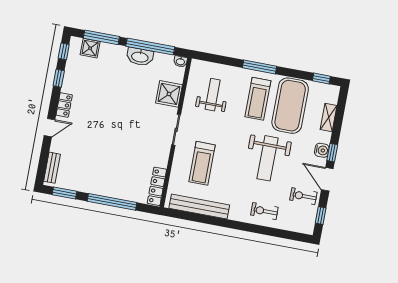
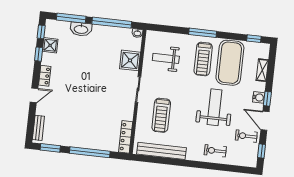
shower: (90, 48) -> (50, 45), moved
washbasin: (140, 57) -> (81, 29), moved
weight bench: (213, 95) -> (166, 58), turned -90
weight bench: (267, 158) -> (215, 107), turned 180

